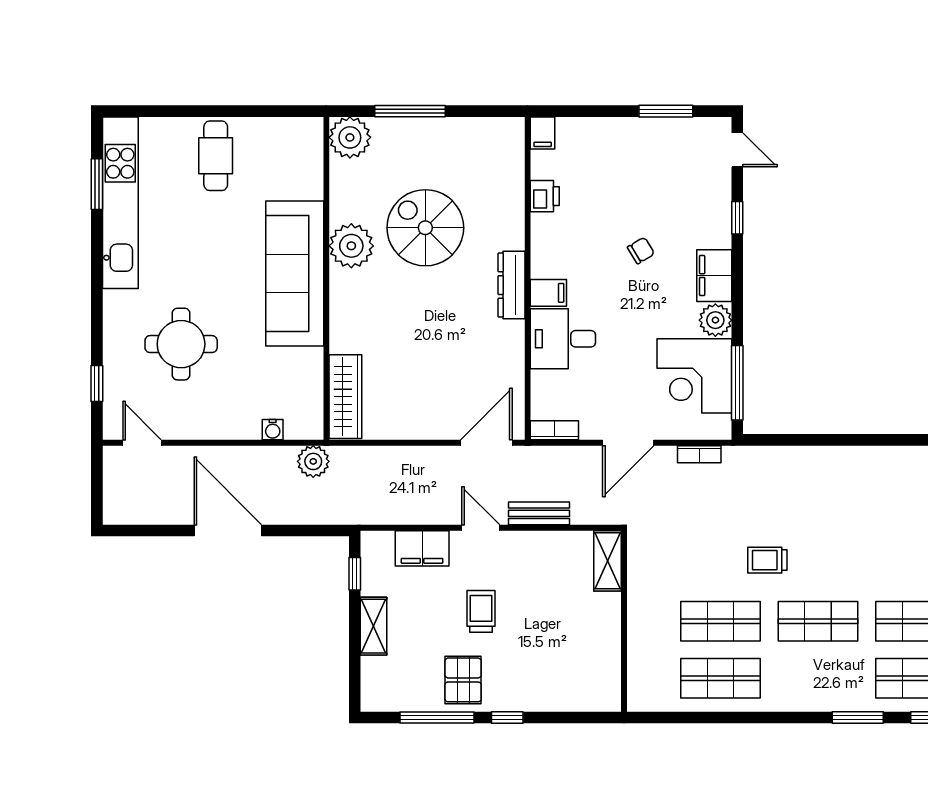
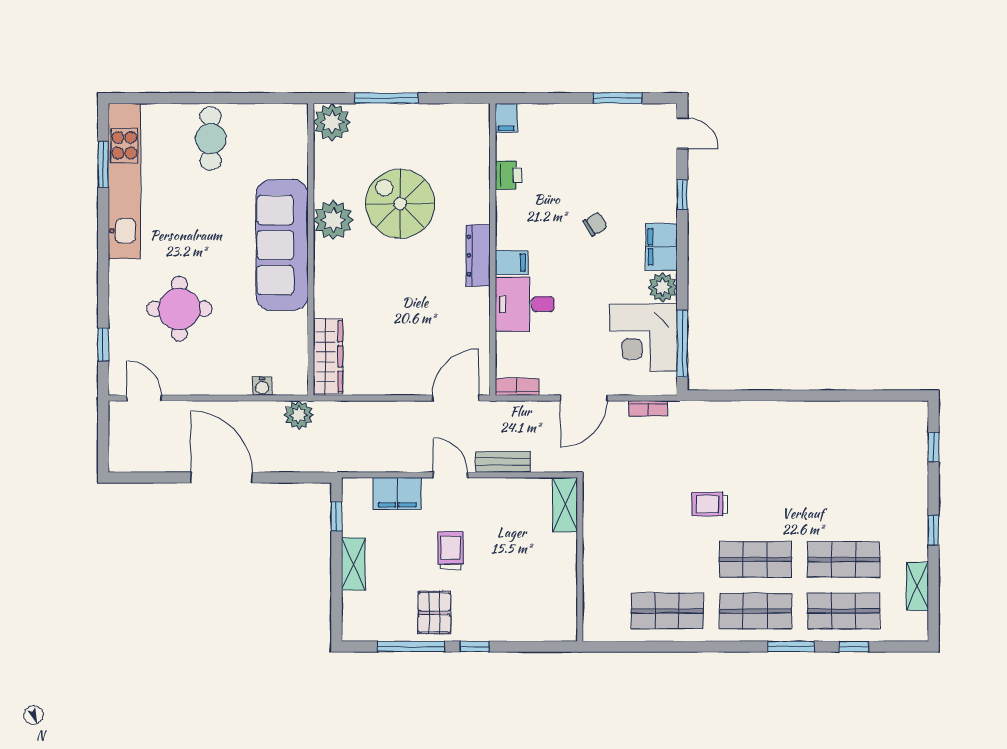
shop shelf: (721, 621) -> (755, 611), moved

